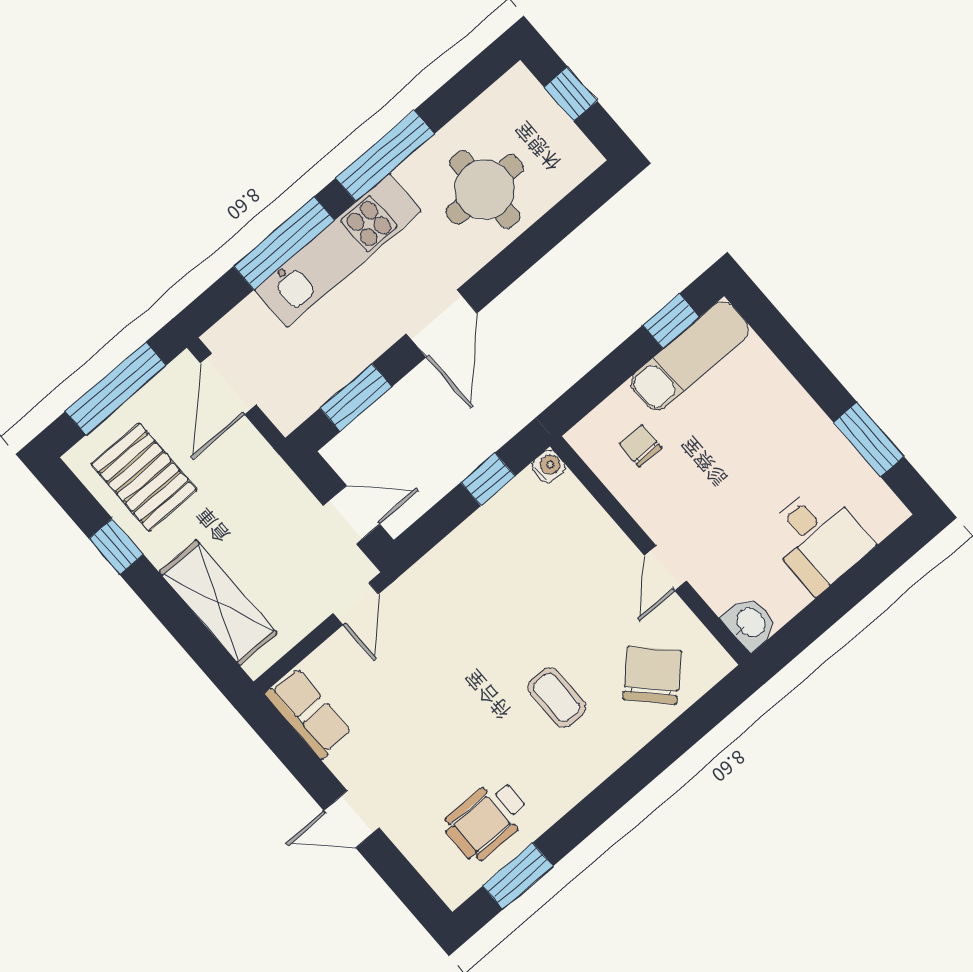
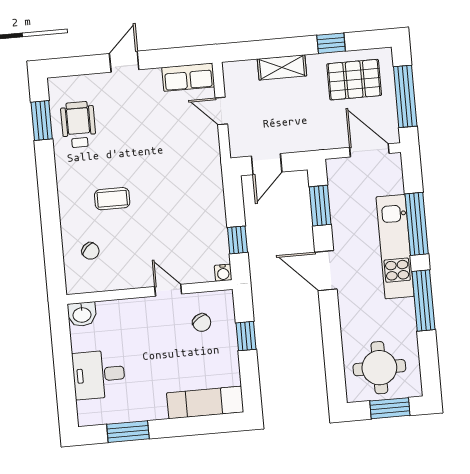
window: (571, 94) -> (390, 408), width x1.50
round table: (485, 189) -> (379, 368), moved
window: (671, 321) -> (246, 336), moved
exam couch: (690, 356) -> (205, 402), moved, turned 90
chair: (641, 446) -> (202, 323), turned 58
door: (665, 568) -> (168, 290), moved
shelving: (218, 603) -> (282, 67), width x0.67, depth x0.75
door: (356, 604) -> (221, 111), moved
chair: (652, 675) -> (90, 251), width x0.54, depth x0.54

